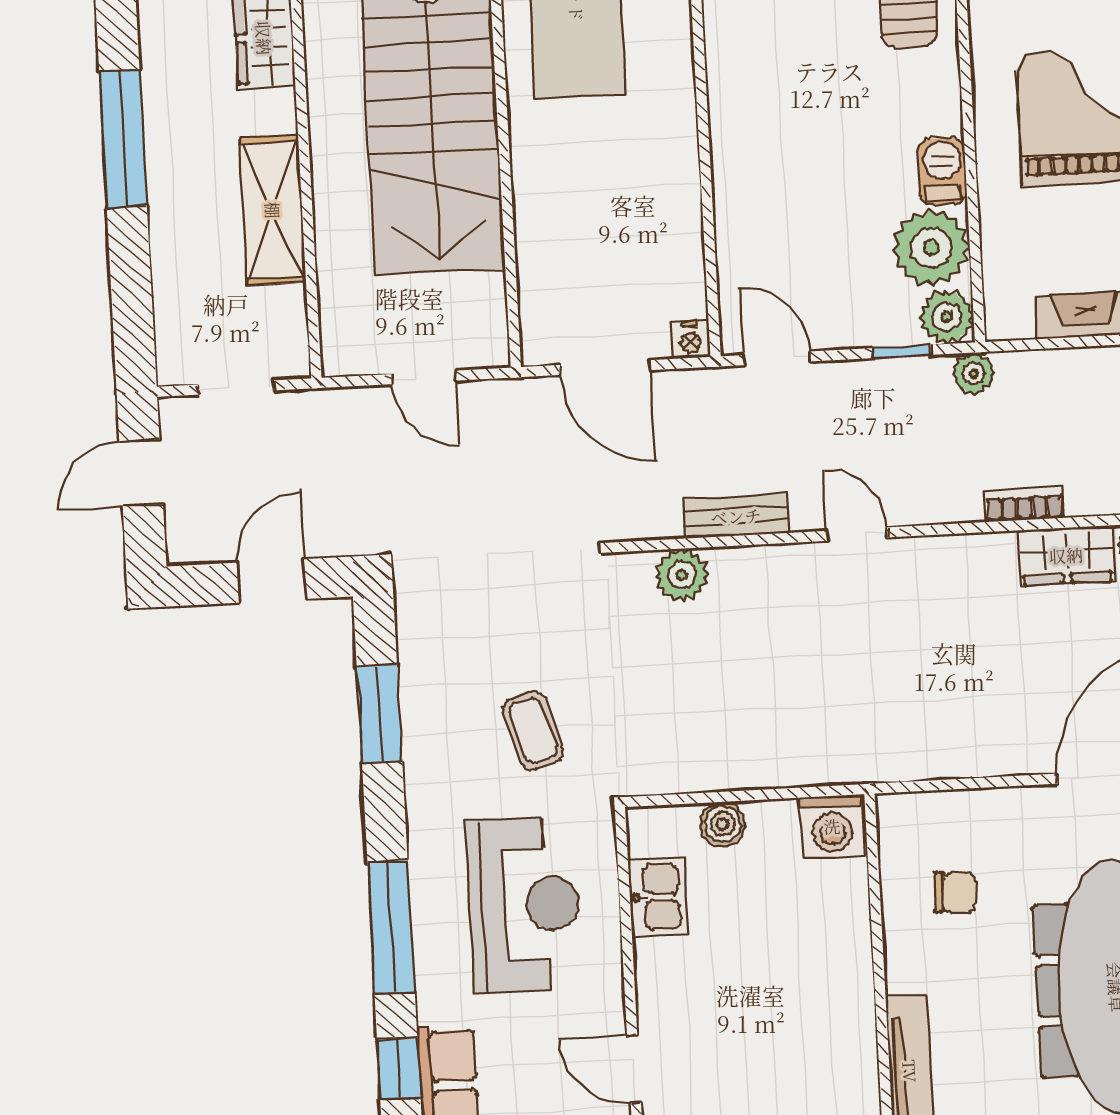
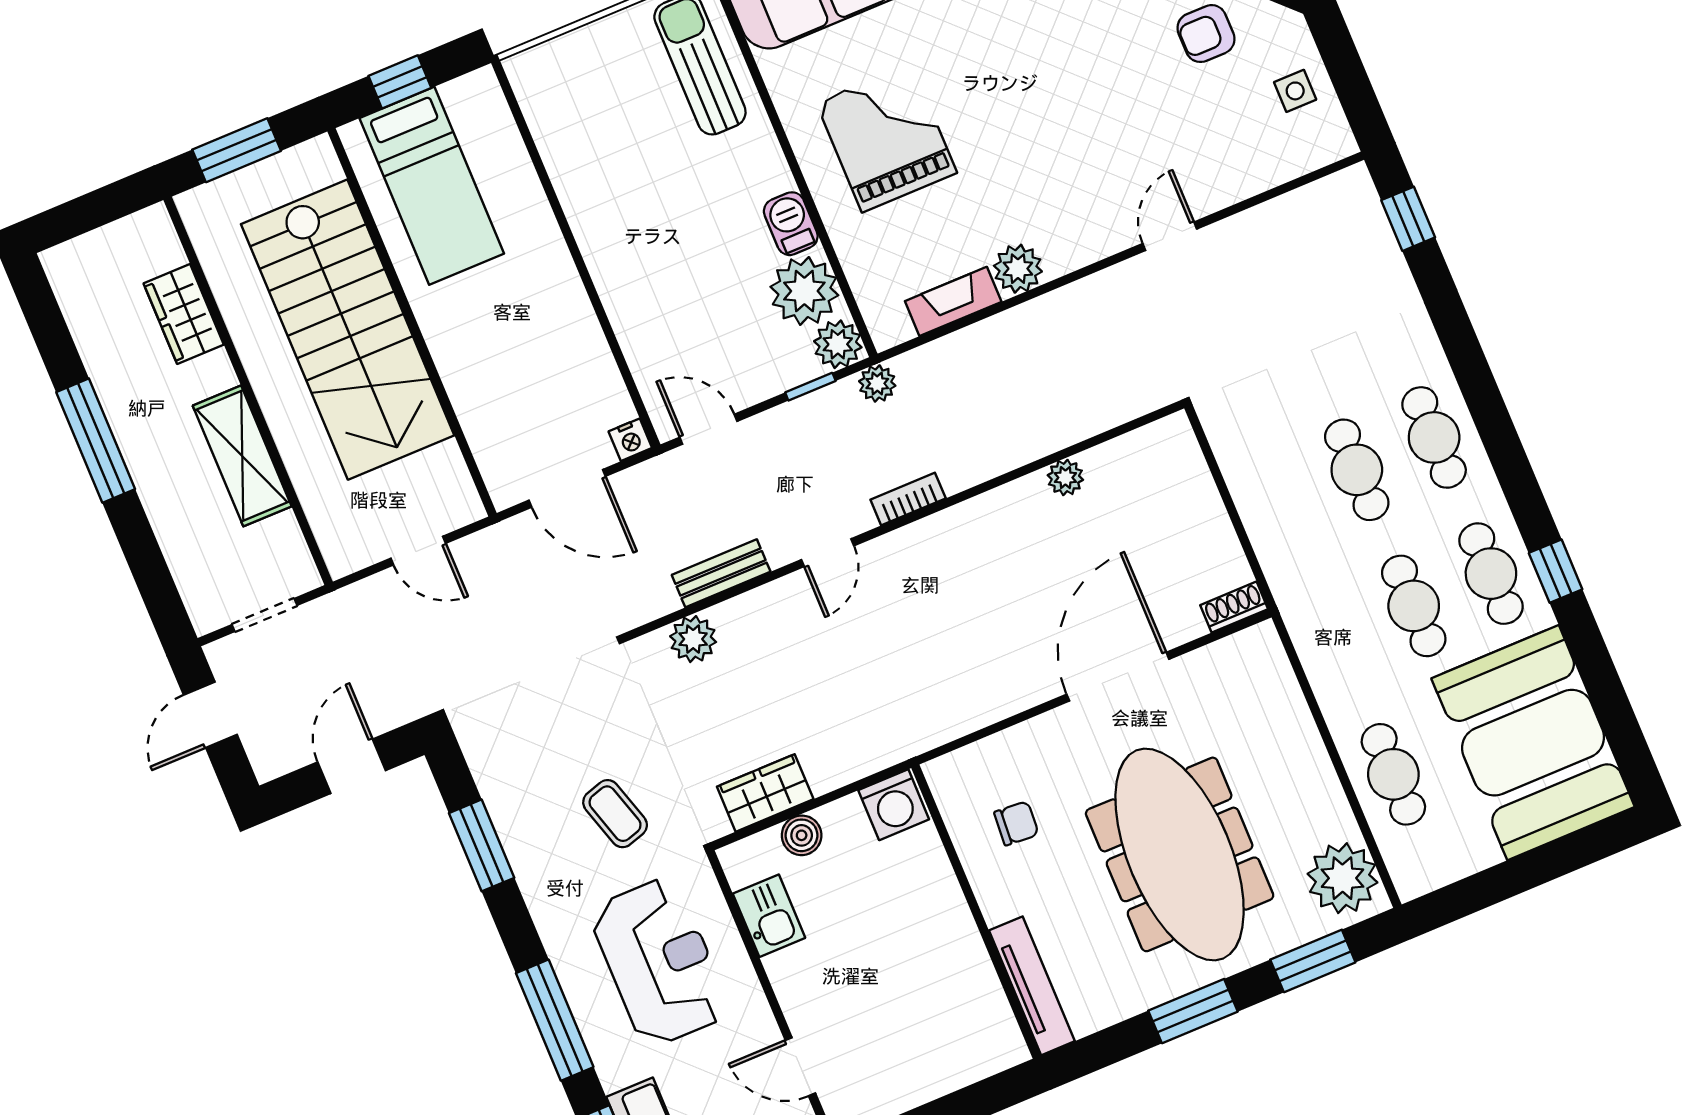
bookcase: (1024, 504) -> (908, 499), moved
door: (857, 534) -> (828, 553), swing flipped
wardrobe: (1066, 555) -> (765, 793), moved, turned 180

